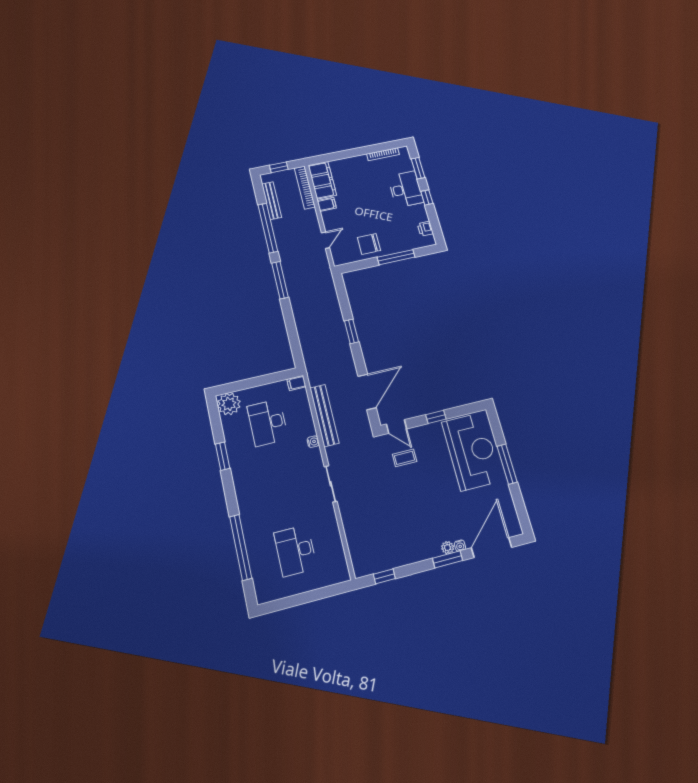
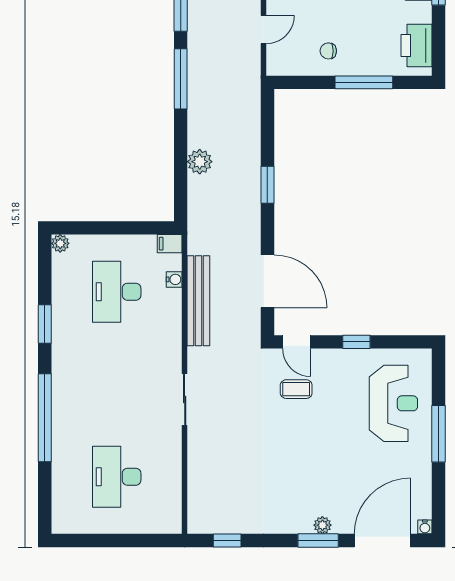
printer: (425, 229) -> (416, 45), width x1.87, depth x1.48
chair: (369, 244) -> (328, 51), width x0.54, depth x0.54
plant: (304, 327) -> (200, 162), added
door: (367, 392) -> (267, 281), hinge flipped
plant: (229, 404) -> (60, 243), width x0.53, depth x0.53
water cooler: (313, 442) -> (174, 279), moved
reception desk: (472, 451) -> (393, 403), width x0.74, depth x0.77
water cooler: (460, 546) -> (425, 527), moved
window: (241, 547) -> (45, 418), moved

